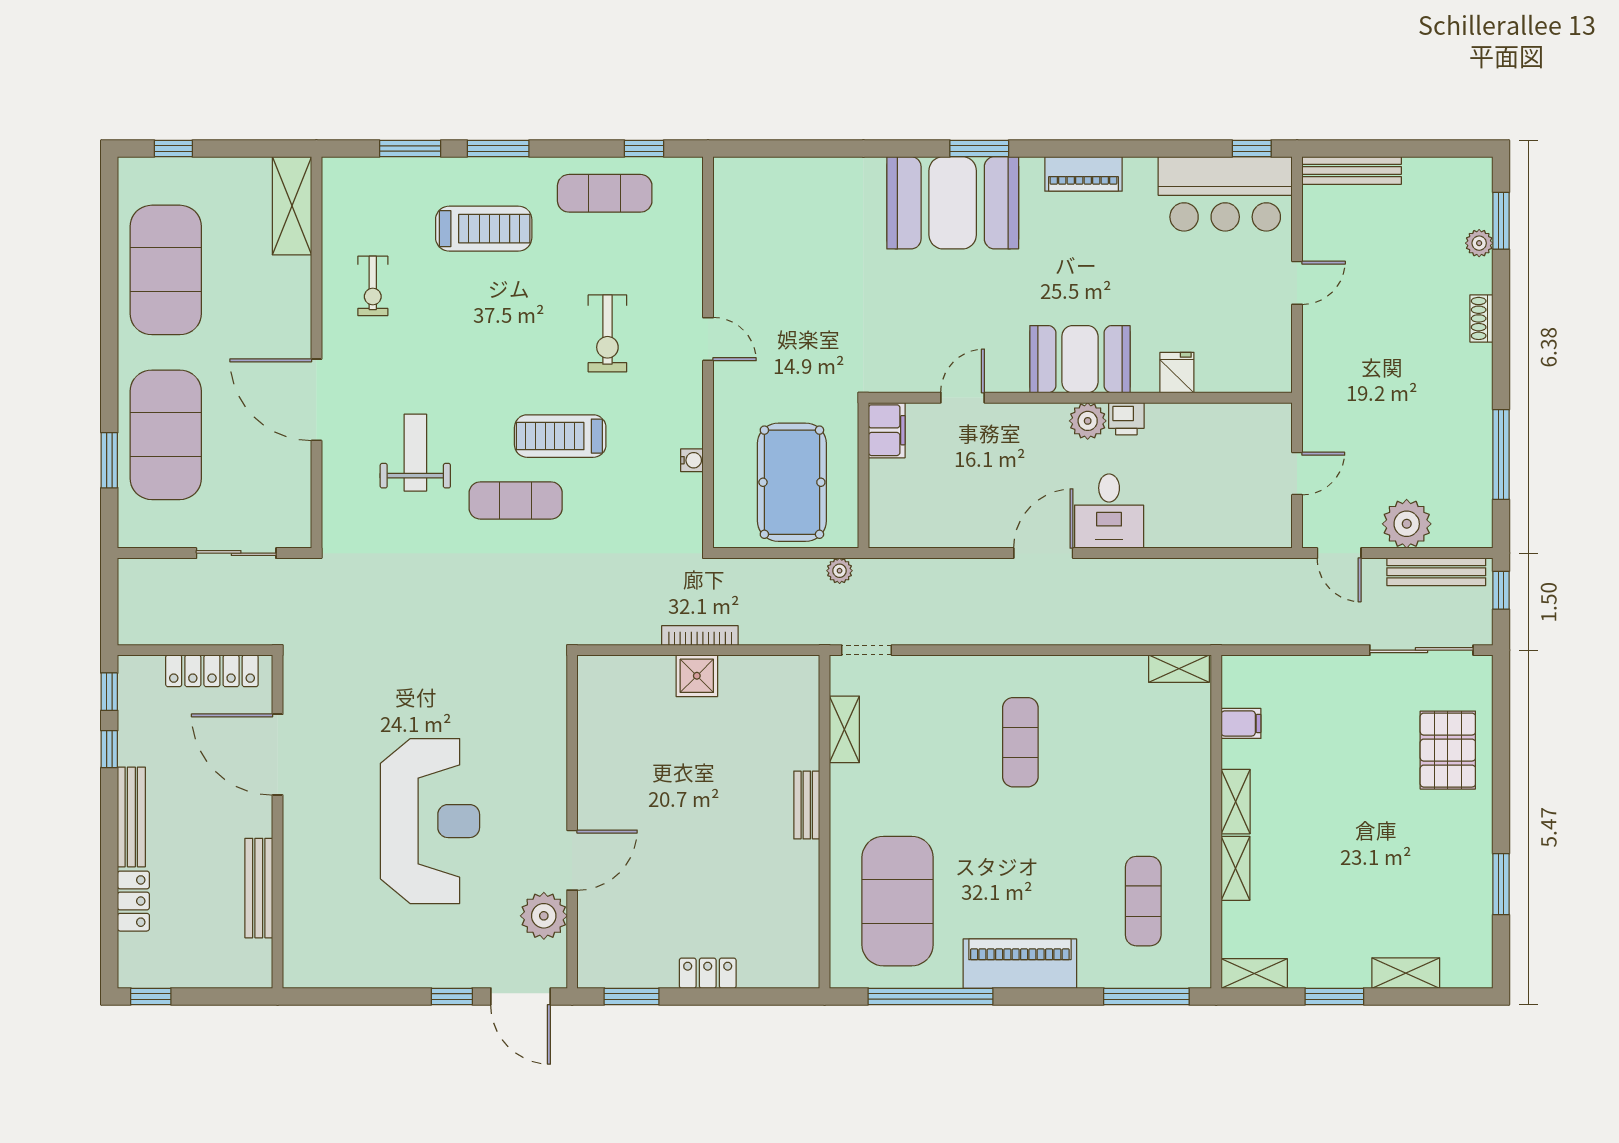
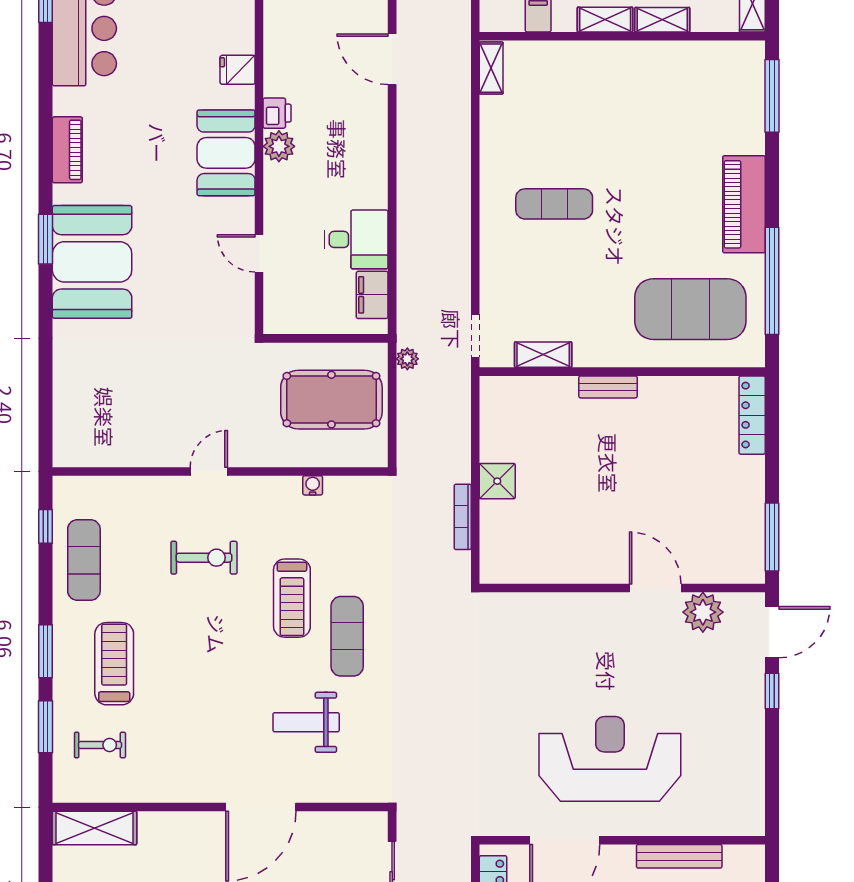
exercise bike: (373, 286) -> (100, 745), moved
filing cabinet: (887, 430) -> (372, 295), moved, turned -90
desk: (1109, 511) -> (356, 239), moved
door: (1043, 553) -> (392, 59), moved
bookcase: (700, 635) -> (463, 517), moved
reception desk: (430, 821) -> (610, 759), moved
exercise mat: (1143, 901) -> (690, 99), removed
locker: (708, 973) -> (752, 415), moved, width x1.53
window: (632, 996) -> (772, 537), width x1.44

